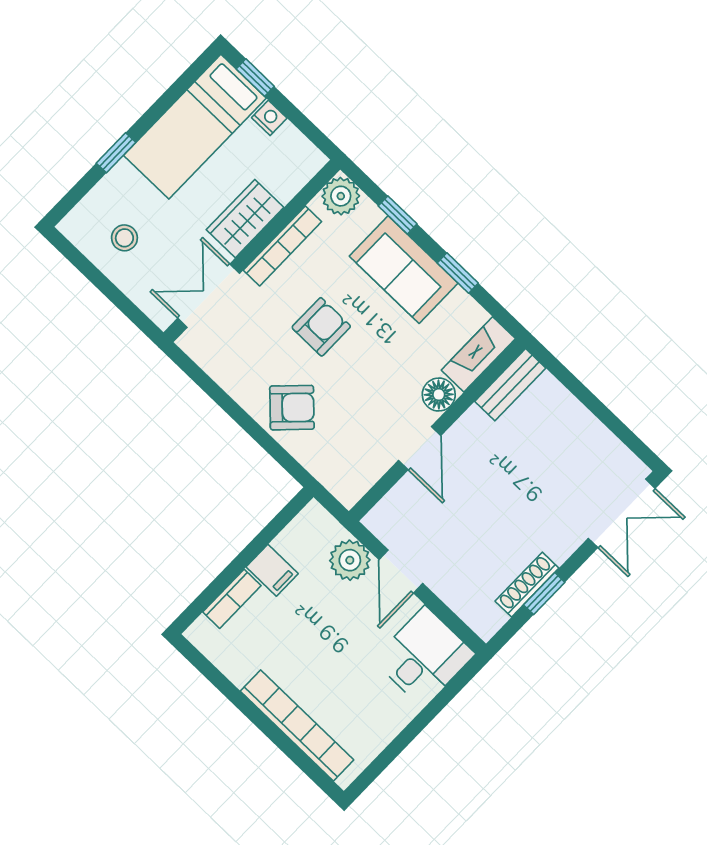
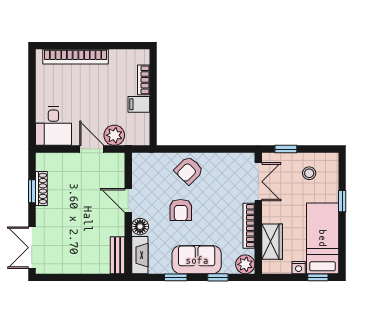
wardrobe: (245, 219) -> (272, 242), moved
window: (124, 304) -> (286, 149), added
armchair: (321, 327) -> (181, 210), moved

